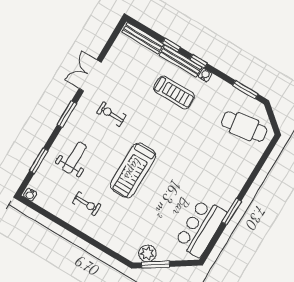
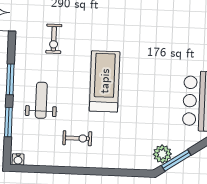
window: (67, 114) -> (10, 79), moved
exercise bike: (111, 114) -> (54, 39), turned -90
treadmill: (133, 170) -> (105, 81), turned 180

